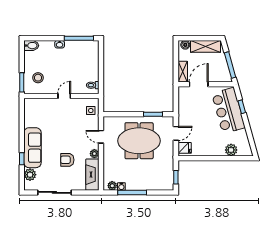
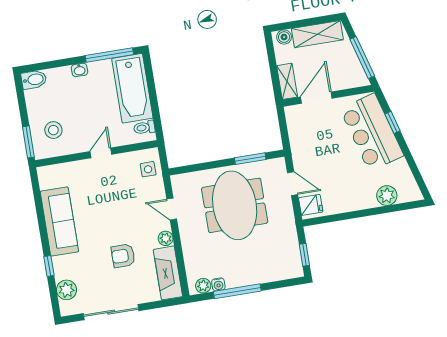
bathtub: (89, 60) -> (132, 88), added
door: (176, 133) -> (293, 184), hinge flipped
meeting table: (139, 141) -> (235, 205), turned 90
sofa: (32, 148) -> (59, 221), moved

